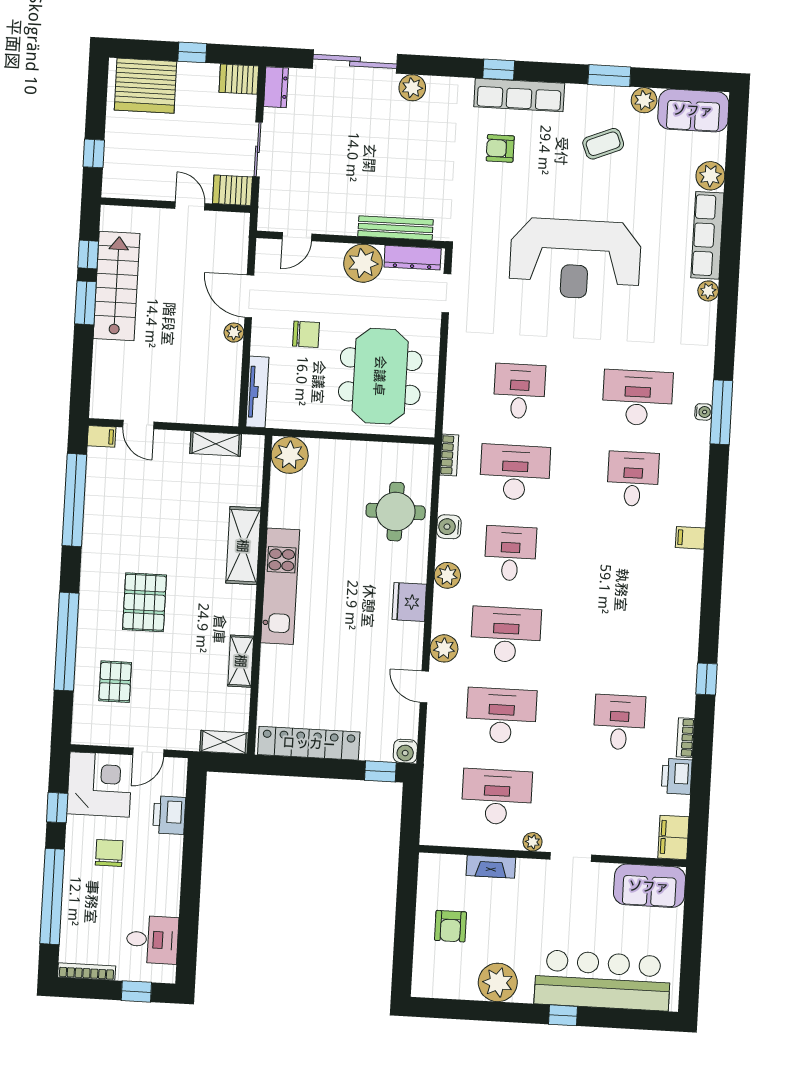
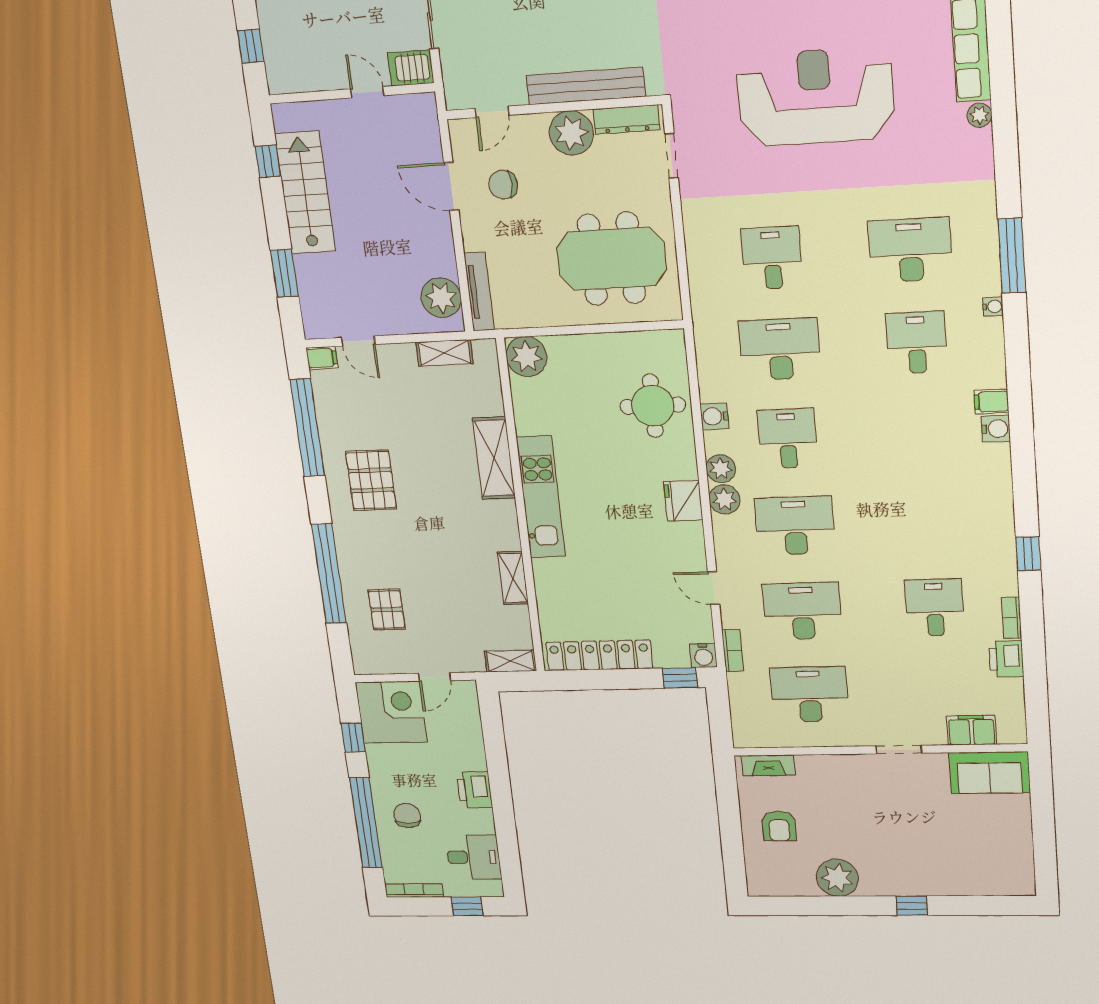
bench: (396, 228) -> (586, 86), width x1.37, depth x1.21
reception desk: (575, 259) -> (816, 97), turned 180
window: (85, 303) -> (284, 273), moved
plant: (234, 333) -> (441, 298), moved, width x1.88, depth x1.88
chair: (306, 334) -> (503, 185), moved, turned 180
meeting table: (380, 376) -> (612, 259), turned 90
water cooler: (703, 412) -> (993, 307), moved
bookcase: (449, 455) -> (733, 651), moved
water cooler: (691, 562) -> (996, 429), added
pallet: (145, 602) -> (371, 480), moved
plant: (444, 648) -> (724, 499), moved
printer: (169, 815) -> (475, 790), moved
filing cabinet: (673, 837) -> (972, 730), moved, turned 90
plant: (533, 842) -> (855, 737), removed
chair: (109, 853) -> (407, 815), moved
fireplace: (491, 867) -> (768, 765), moved
bar counter: (603, 980) -> (950, 869), removed

